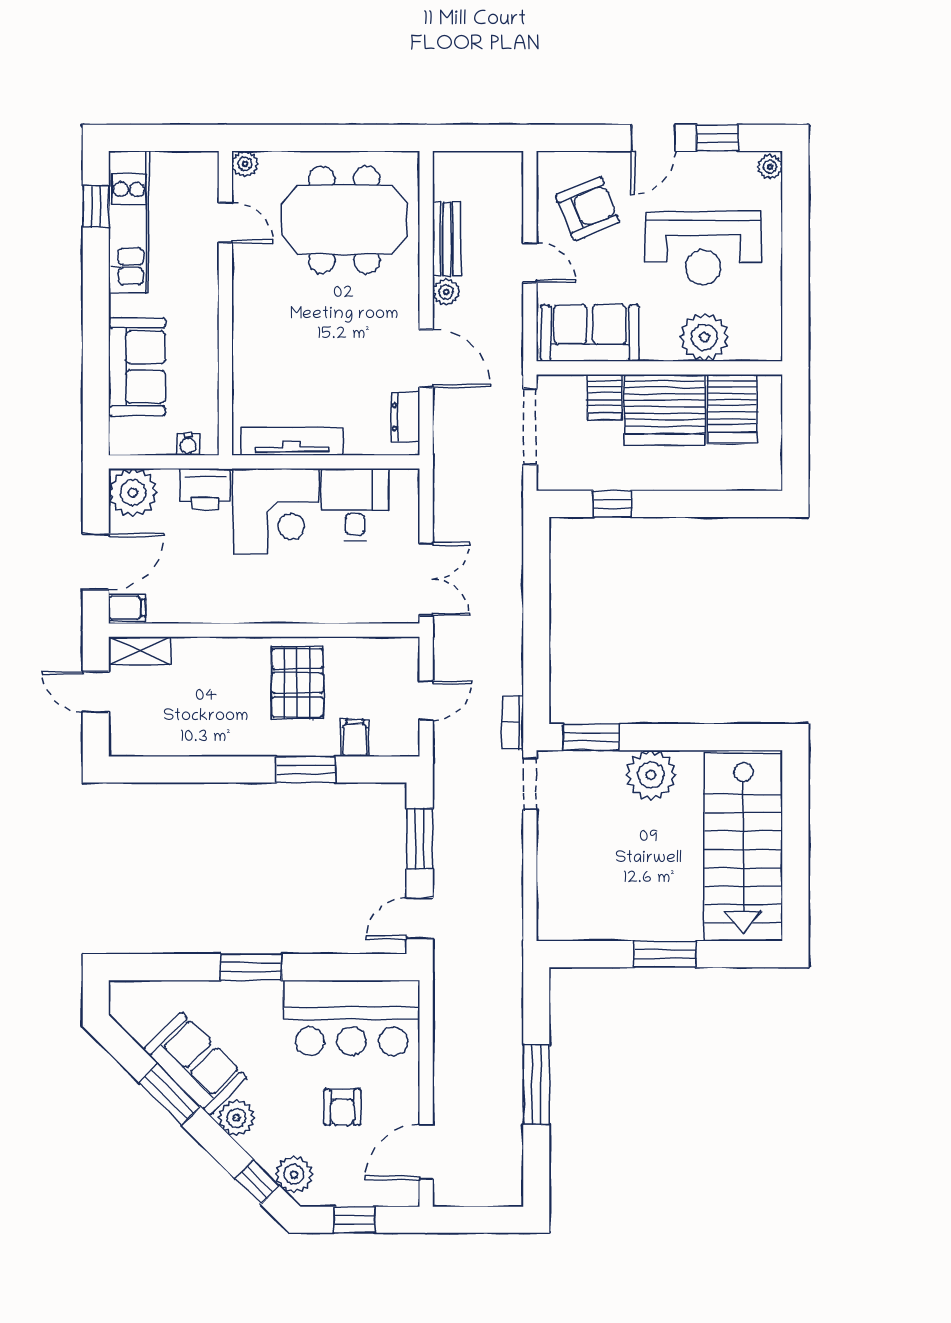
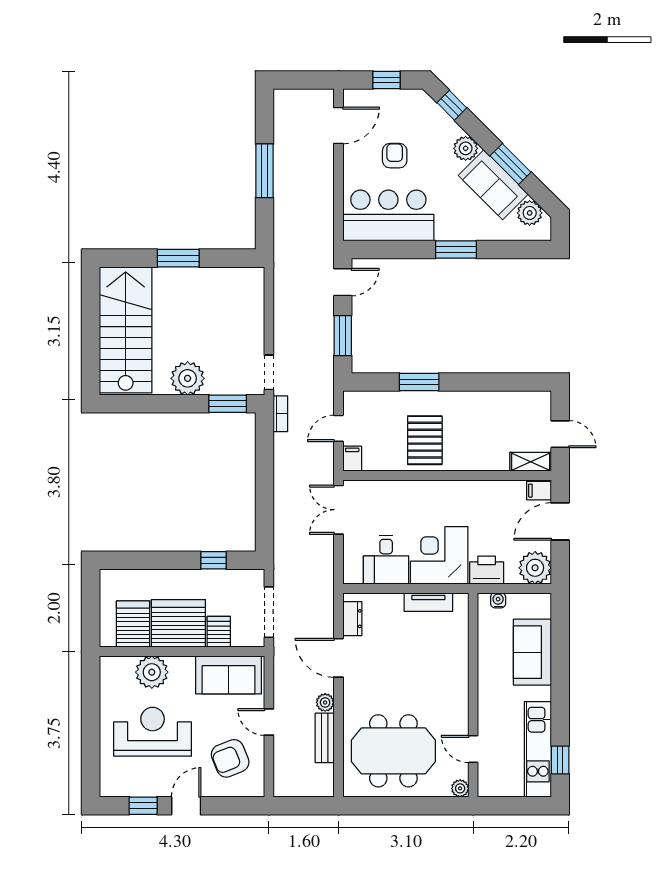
plant: (770, 167) -> (108, 786), removed
tv unit: (292, 441) -> (428, 602), width x0.71
filing cabinet: (355, 738) -> (352, 459), moved, turned 180
plant: (294, 1174) -> (530, 213), moved

